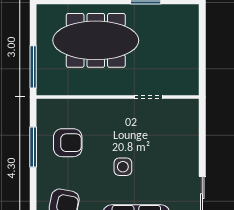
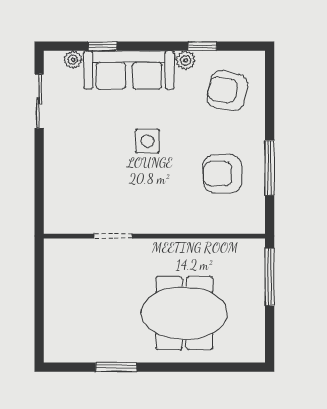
meeting table: (96, 40) -> (184, 313), width x0.73

